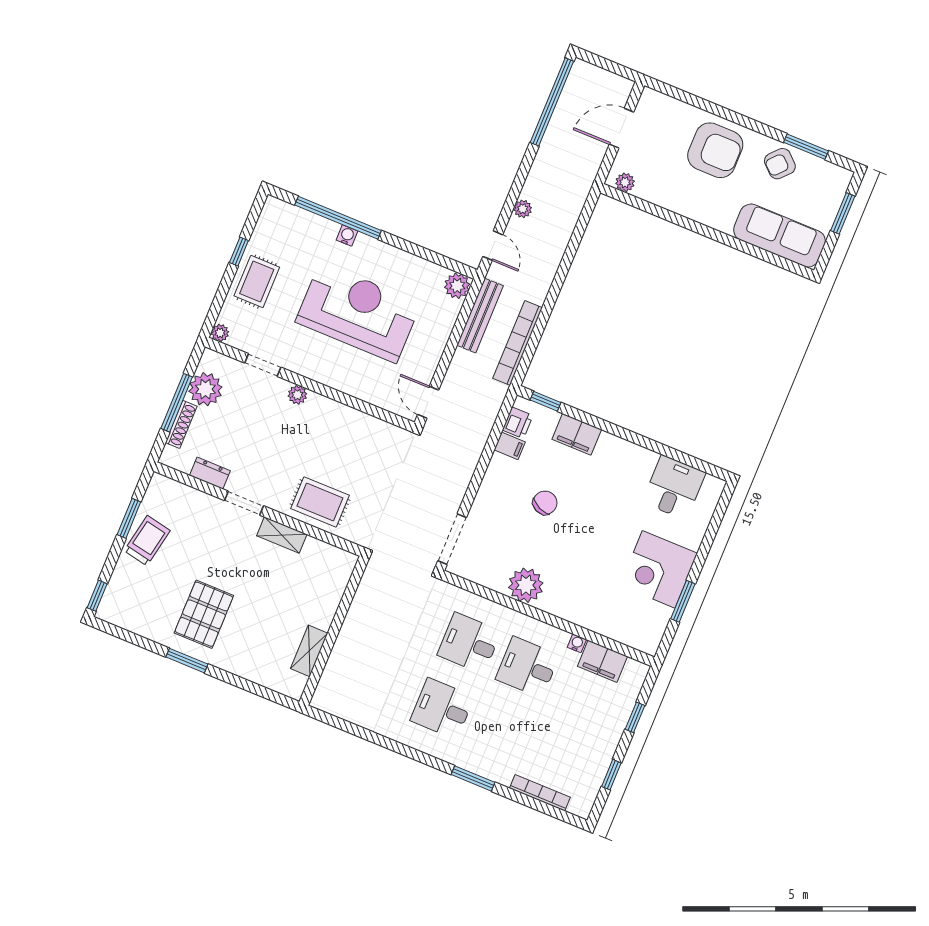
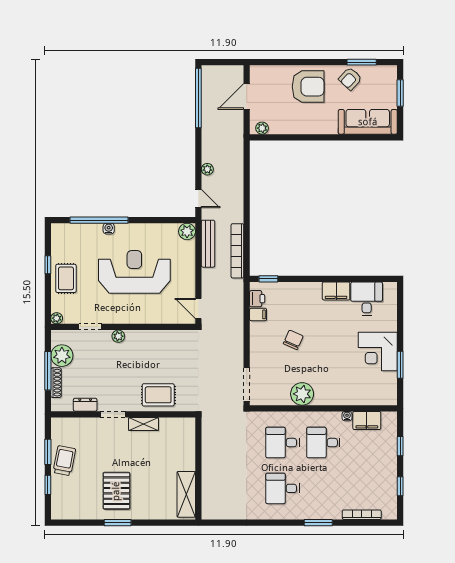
filing cabinet: (577, 434) -> (336, 291), moved
window: (97, 596) -> (48, 485), moved
shelving: (309, 651) -> (186, 494), width x1.50, depth x1.33

